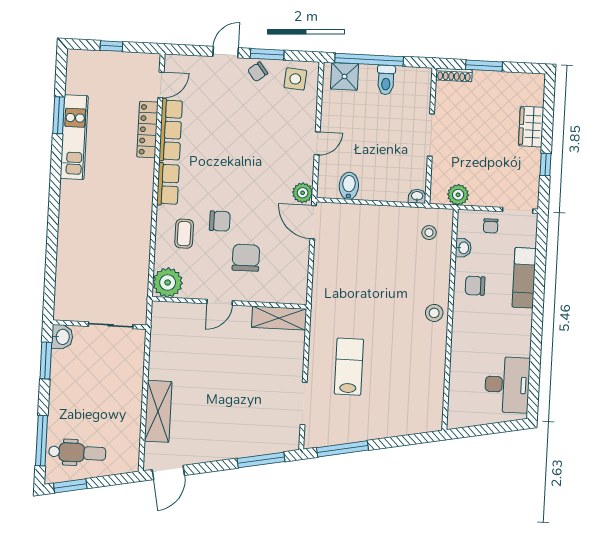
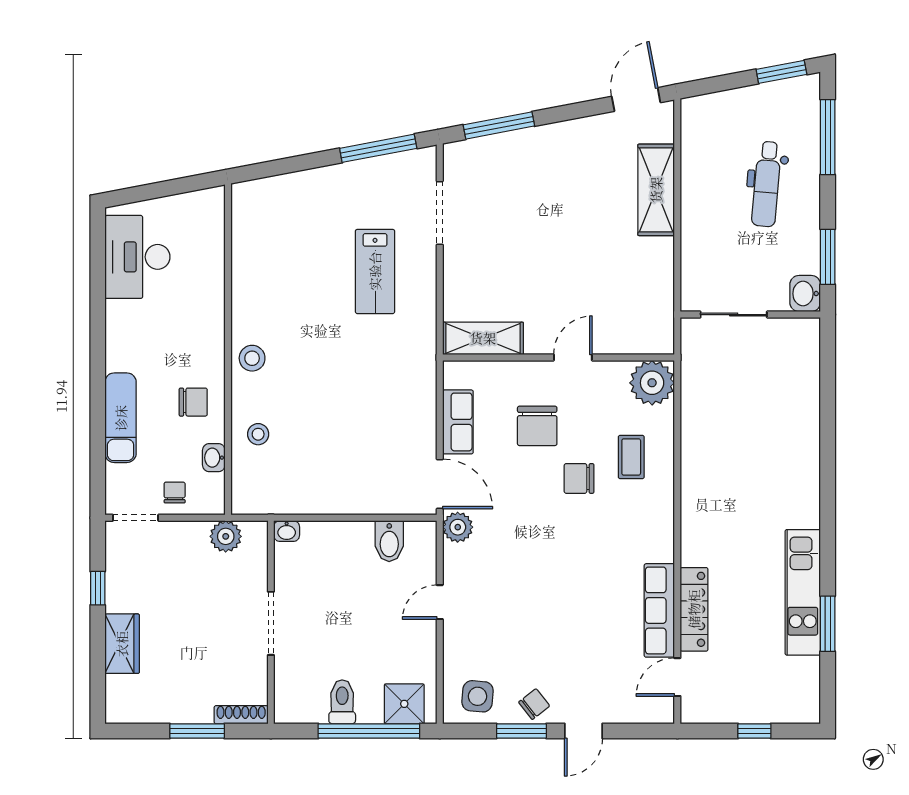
row of seats: (168, 184) -> (458, 422), moved, turned 180
stool: (429, 233) -> (258, 434), moved
dental chair: (77, 453) -> (767, 184), moved, turned -85

